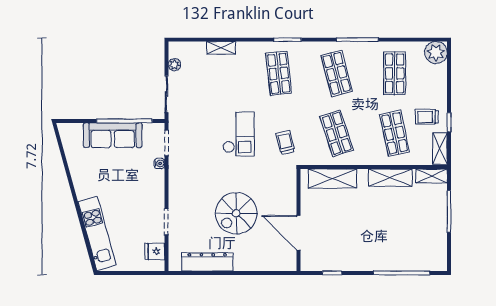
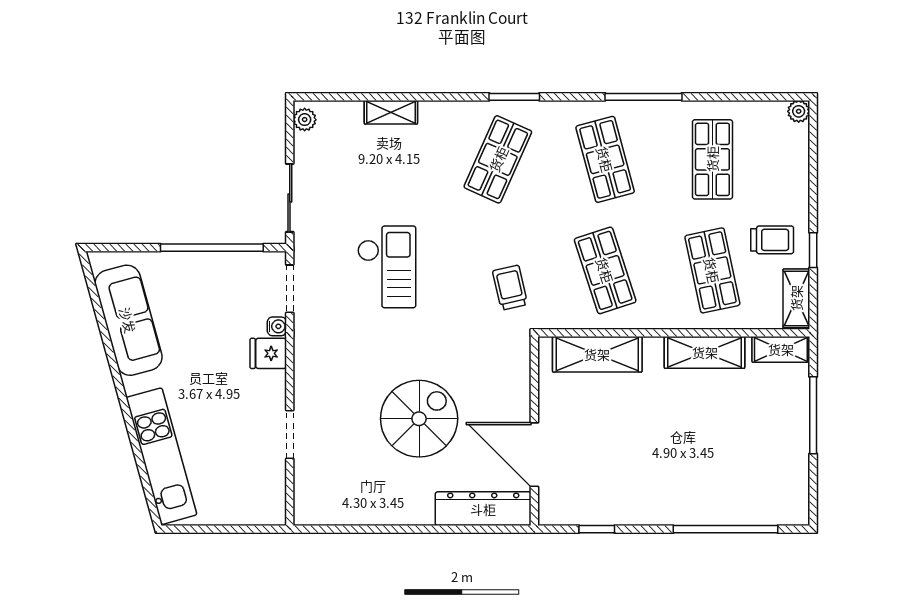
plant: (436, 53) -> (799, 111), width x0.53, depth x0.53
plant: (174, 65) -> (305, 120), moved
shop shelf: (279, 73) -> (498, 159), turned 30
trolley: (427, 117) -> (772, 240), turned 180
checkout: (239, 134) -> (387, 267), moved
sofa: (113, 135) -> (128, 320), moved, turned -105
spiral stairs: (236, 213) -> (419, 419), turned 180
fridge: (155, 251) -> (268, 353), moved
dresser: (207, 262) -> (483, 509), moved

